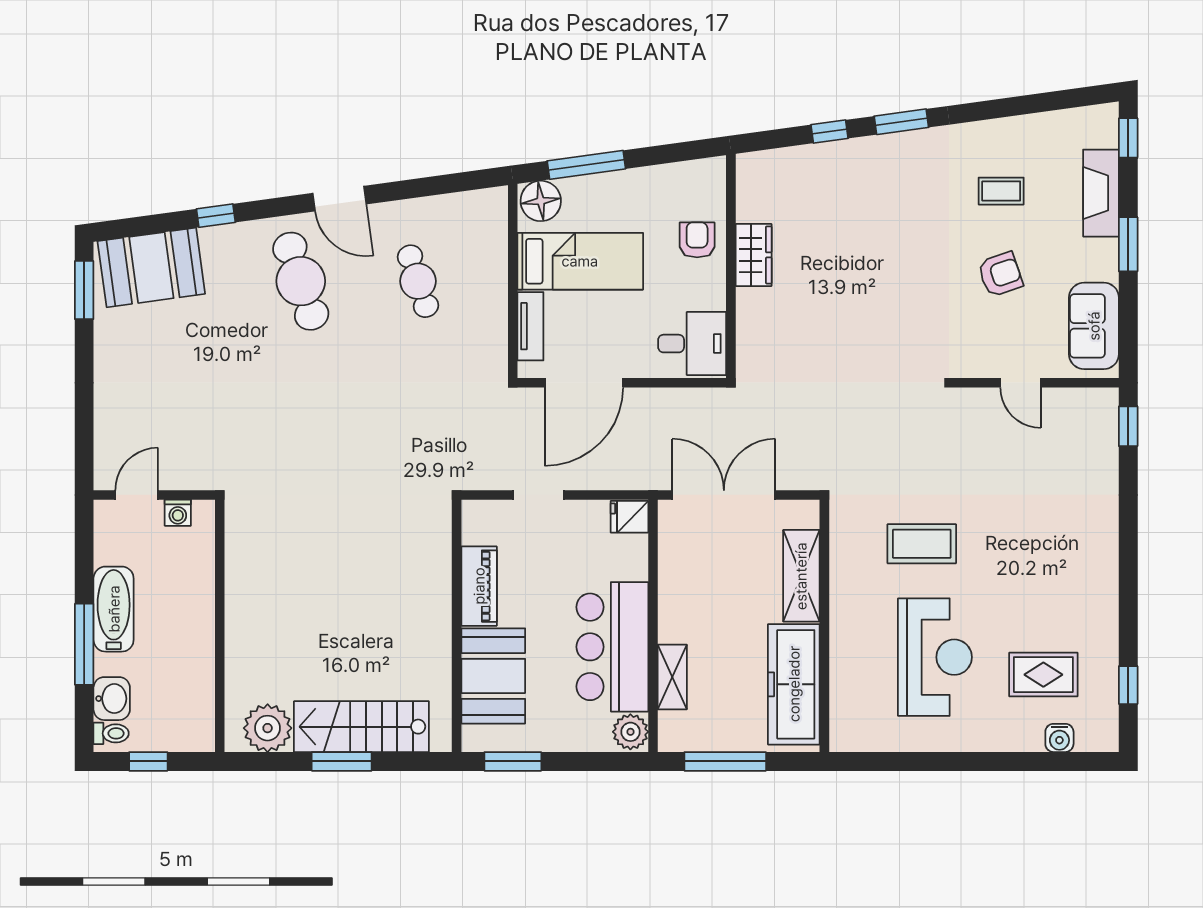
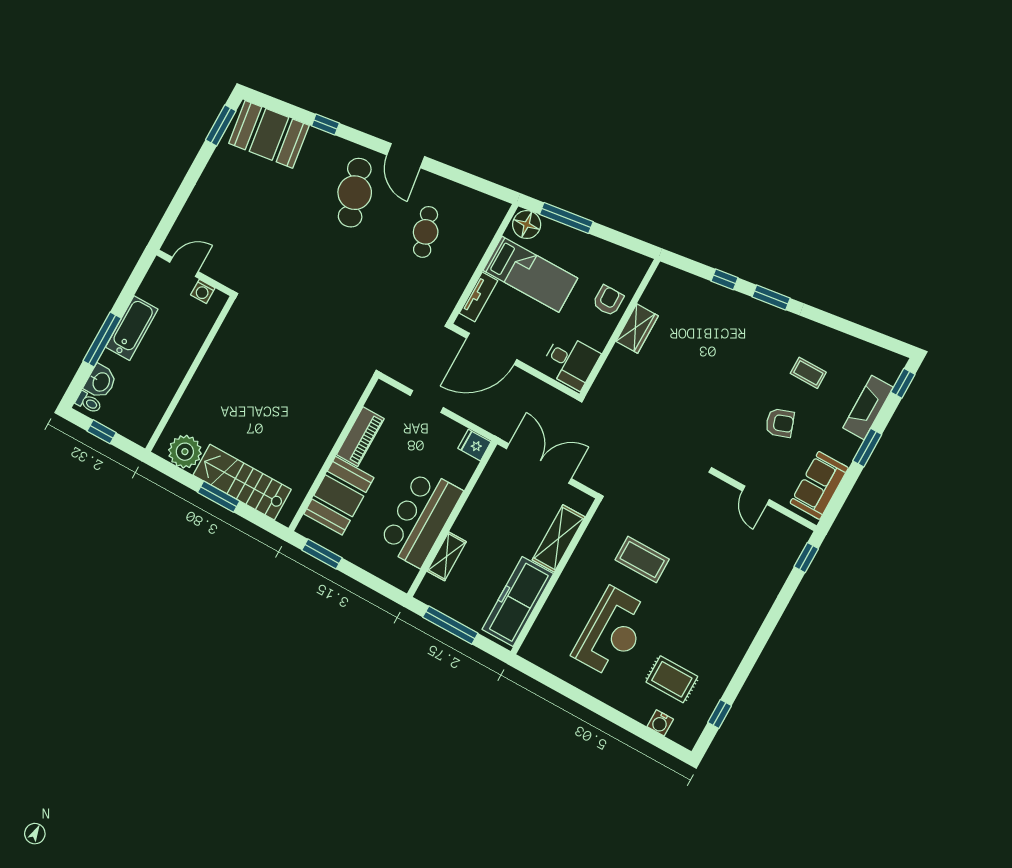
plant: (630, 732) -> (403, 576), removed

